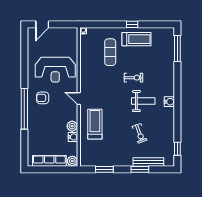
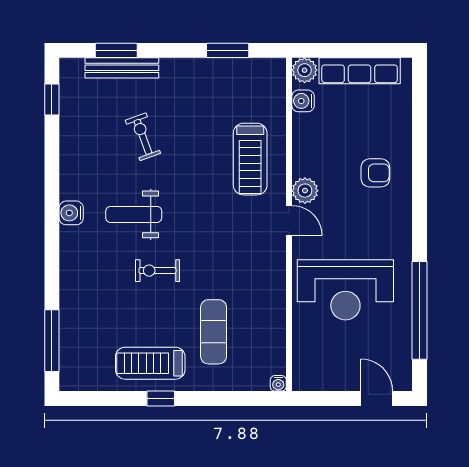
door: (42, 24) -> (377, 398), hinge flipped
reception desk: (55, 70) -> (345, 290), turned 180
armchair: (43, 98) -> (375, 173), moved
window: (24, 109) -> (419, 310), moved
plant: (72, 126) -> (305, 191), moved
water cooler: (73, 137) -> (303, 101), moved
window: (140, 169) -> (116, 50), moved

